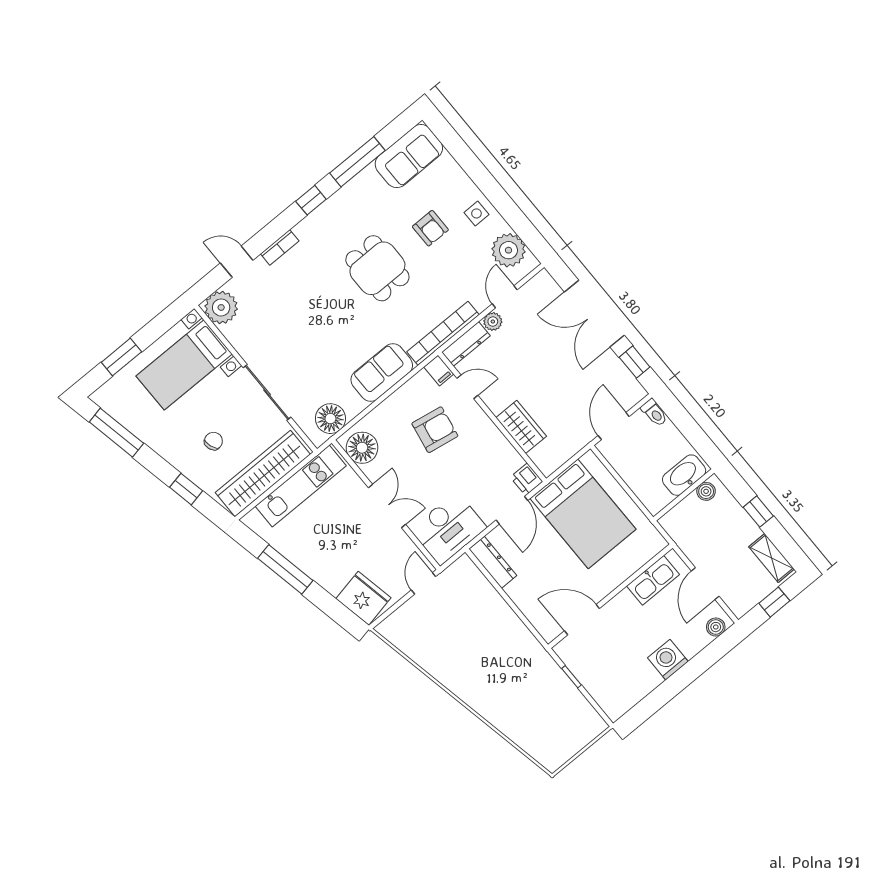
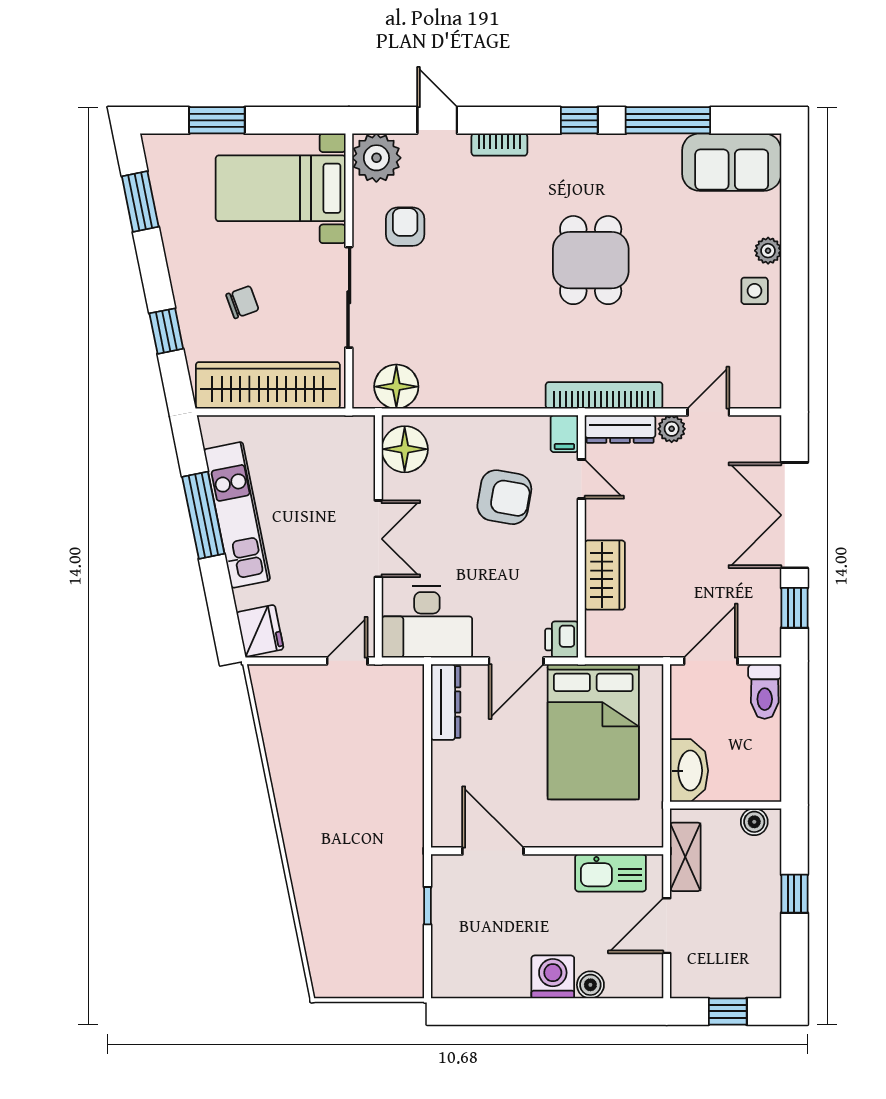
armchair: (430, 228) -> (405, 227), moved, turned 180
plant: (508, 250) -> (768, 251), moved, width x0.53, depth x0.53
sofa: (382, 373) -> (498, 382), removed
toilet: (654, 413) -> (765, 691), width x1.37, depth x1.39
window: (116, 433) -> (140, 202), width x0.69
washbasin: (684, 475) -> (689, 771), moved, turned 90
kitchen unit: (301, 486) -> (237, 515), moved, turned -101
shelving: (771, 558) -> (685, 857), moved
fridge: (363, 598) -> (260, 631), width x0.73, depth x0.75
boiler: (716, 627) -> (590, 985), moved

